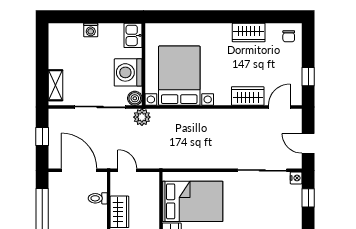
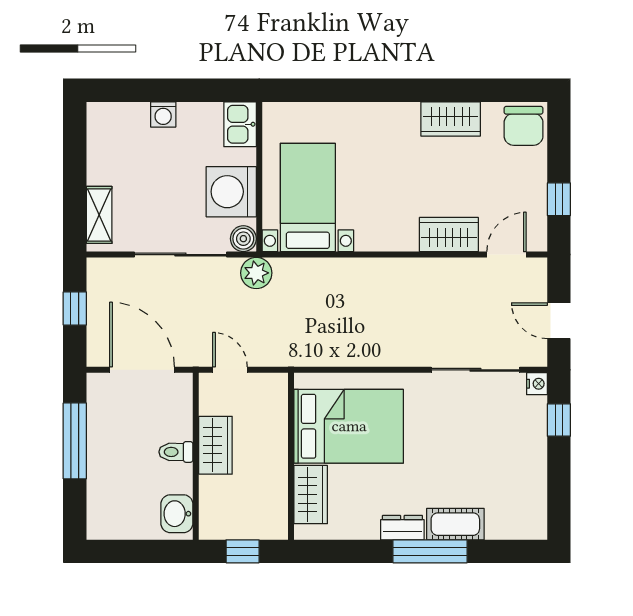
chair: (289, 36) -> (524, 126), width x1.87, depth x1.87
bed with nightstands: (179, 76) -> (308, 197), width x0.73
toilet: (98, 198) -> (176, 452), moved

